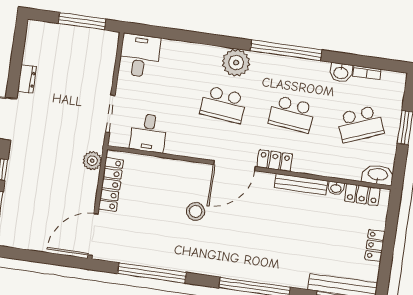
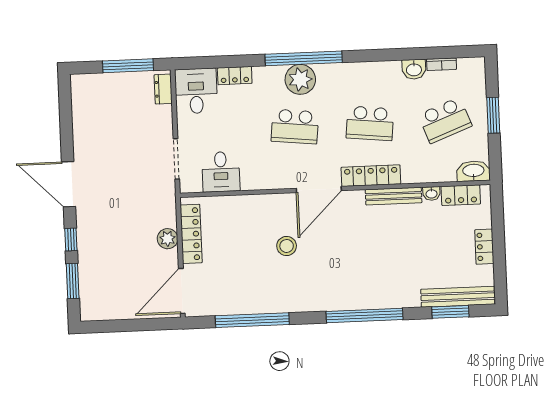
locker: (177, 48) -> (235, 76), added
window: (286, 50) -> (304, 58), moved
dresser: (27, 79) -> (163, 89), moved, turned 180
locker: (275, 160) -> (371, 176), width x1.53
plant: (92, 161) -> (168, 239), moved

